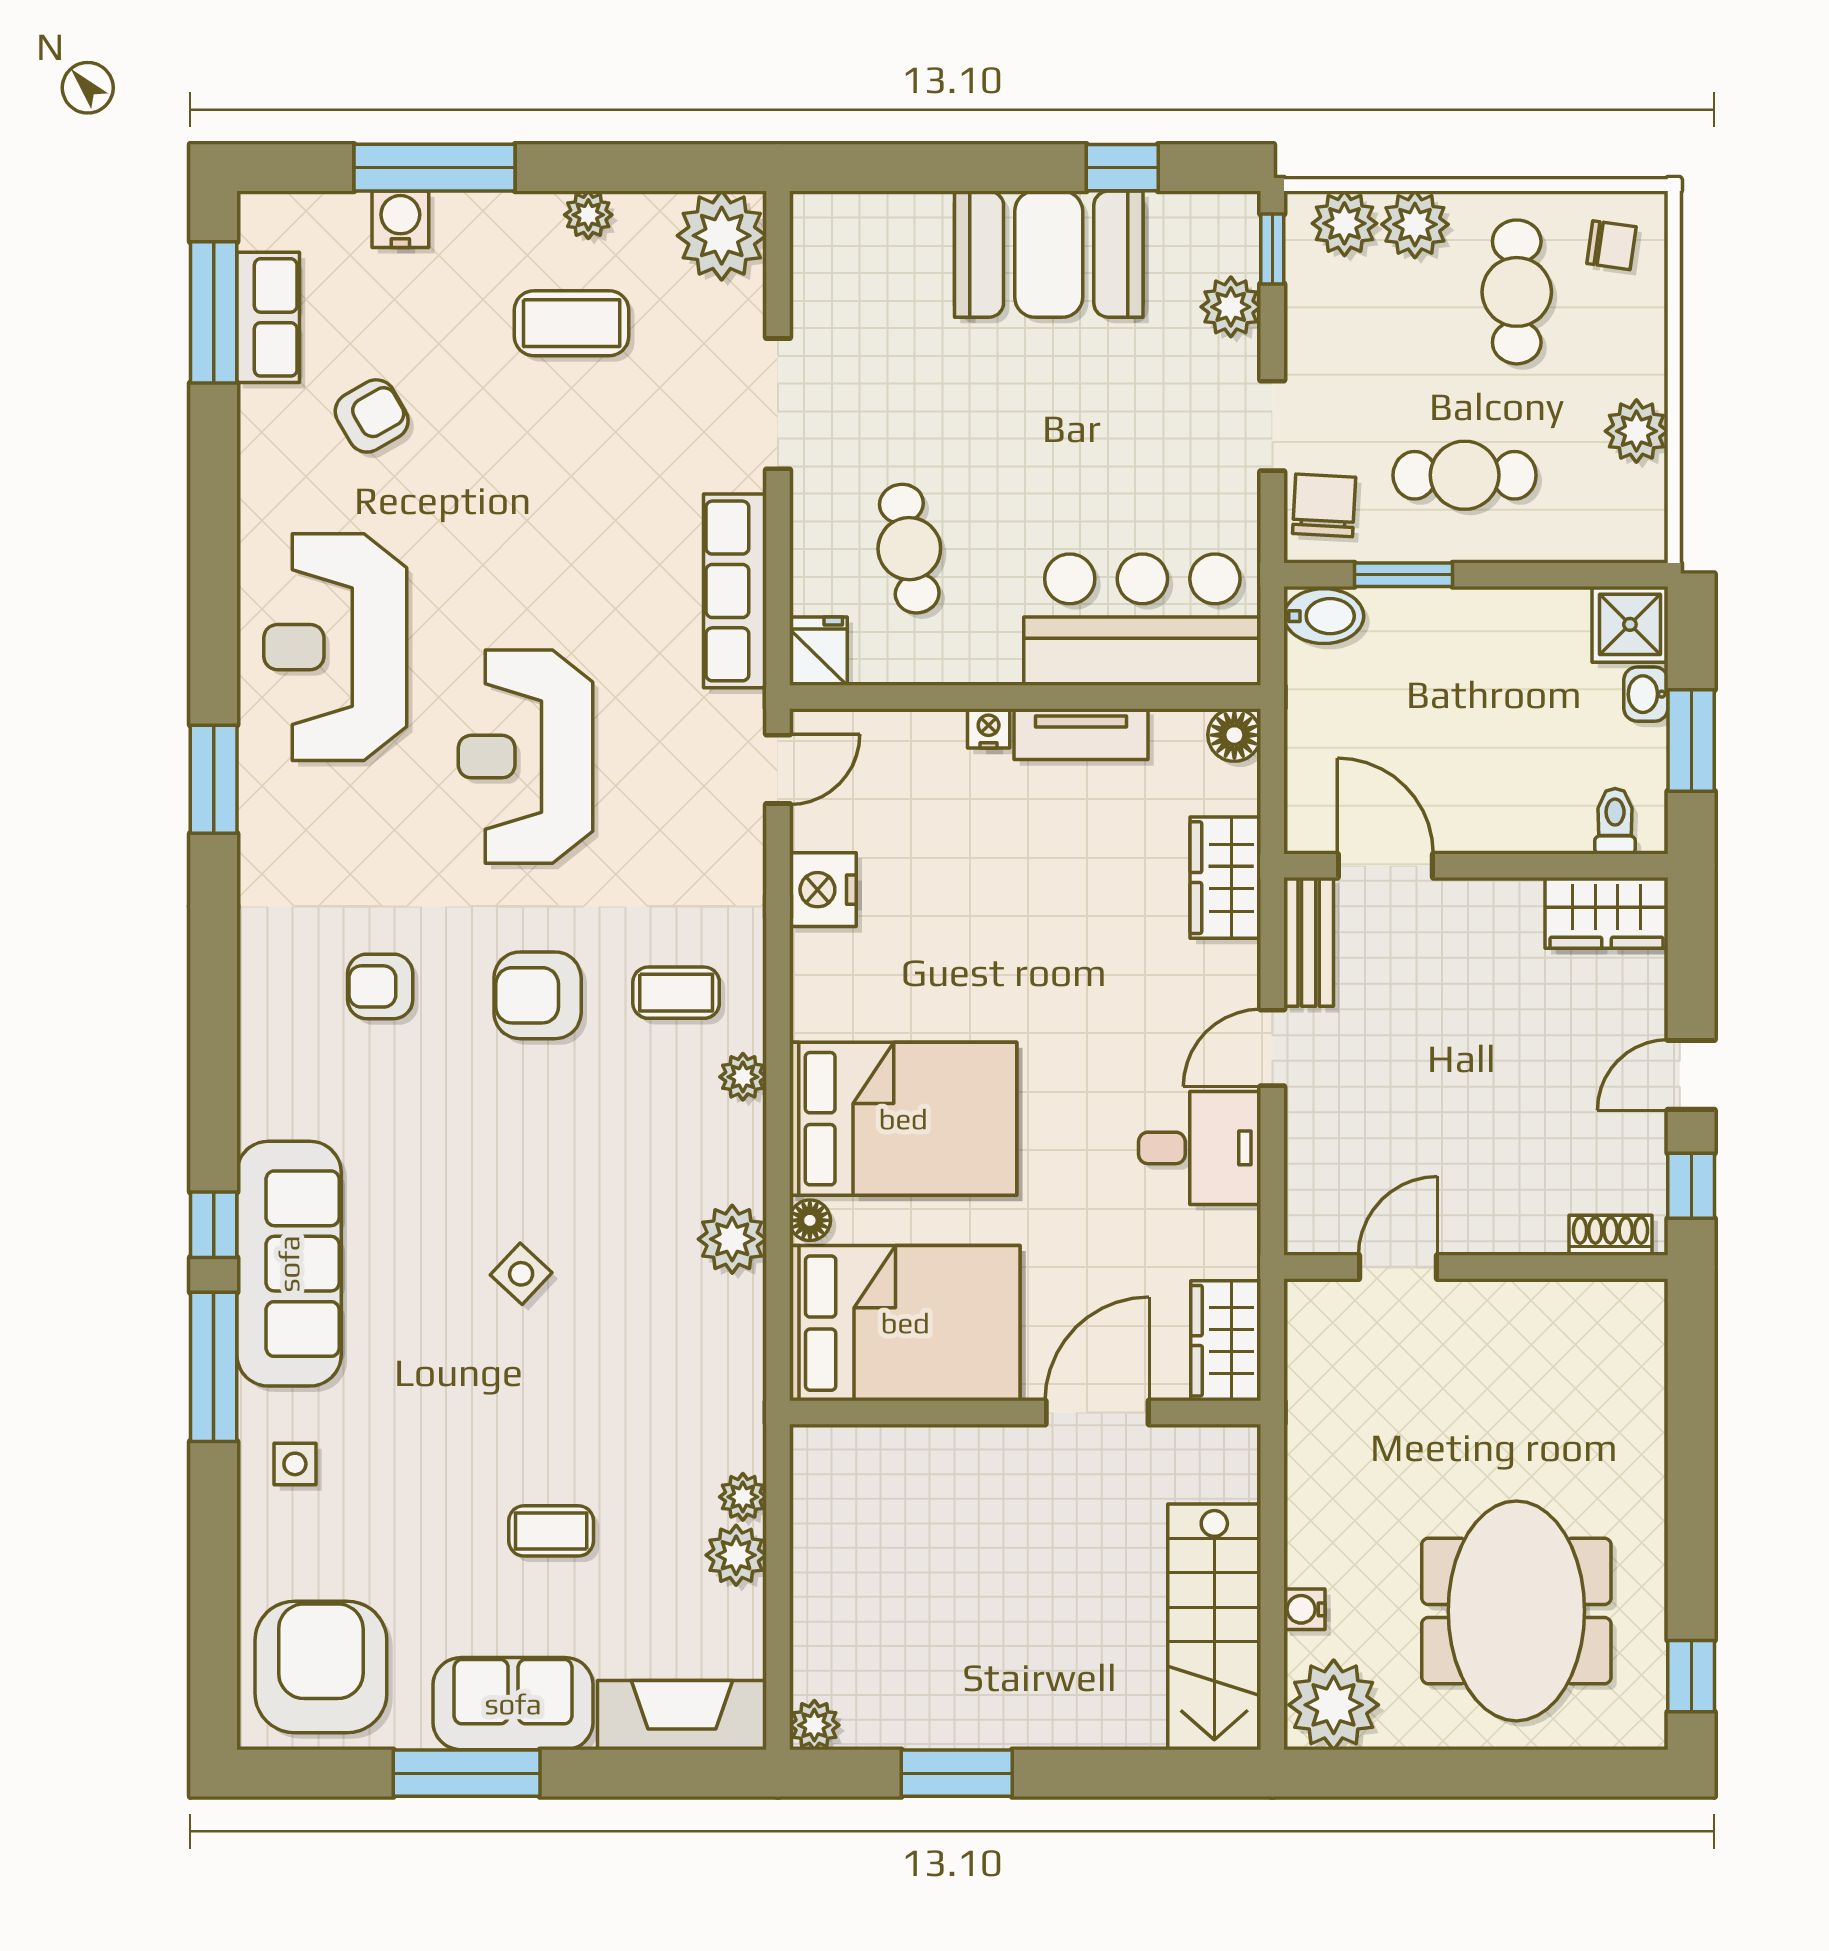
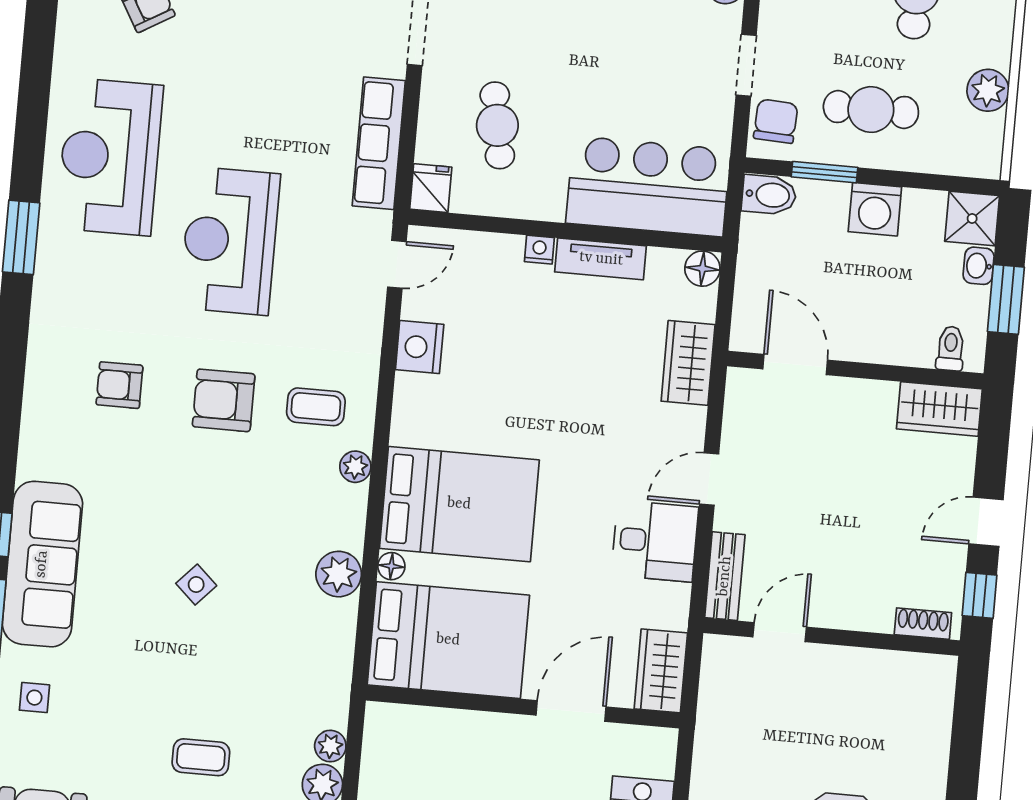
washing machine: (1484, 623) -> (875, 209), added
bench: (1309, 942) -> (725, 576), moved

